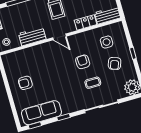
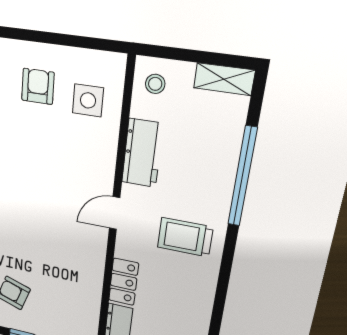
side table: (107, 42) -> (88, 100), moved
armchair: (83, 62) -> (40, 234), removed

